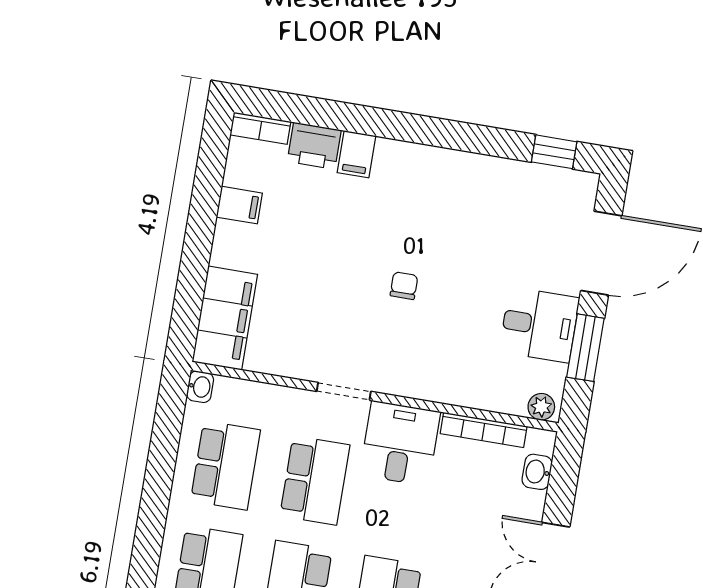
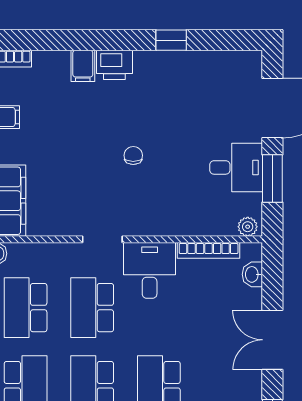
printer: (314, 146) -> (114, 65), moved
window: (554, 152) -> (171, 40), moved
school desk: (225, 465) -> (26, 308), turned 180
school desk: (315, 480) -> (92, 308), turned 180

